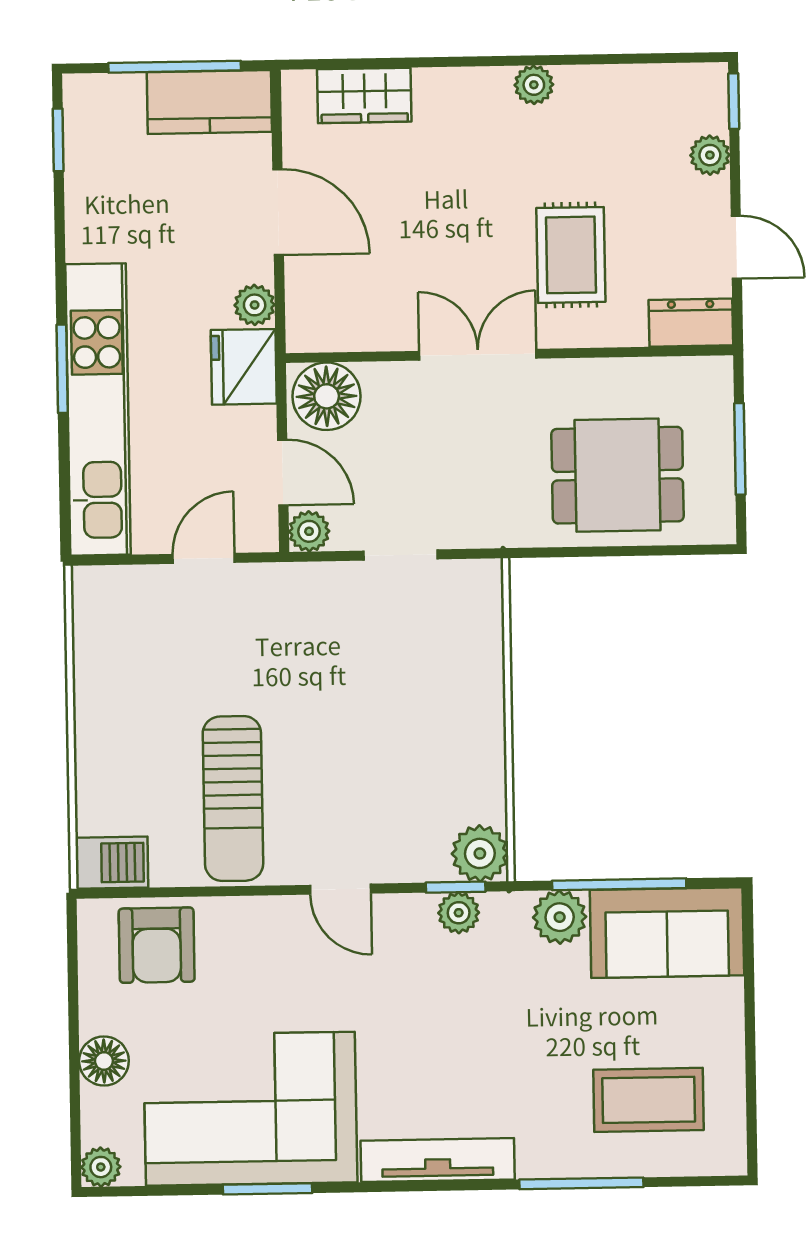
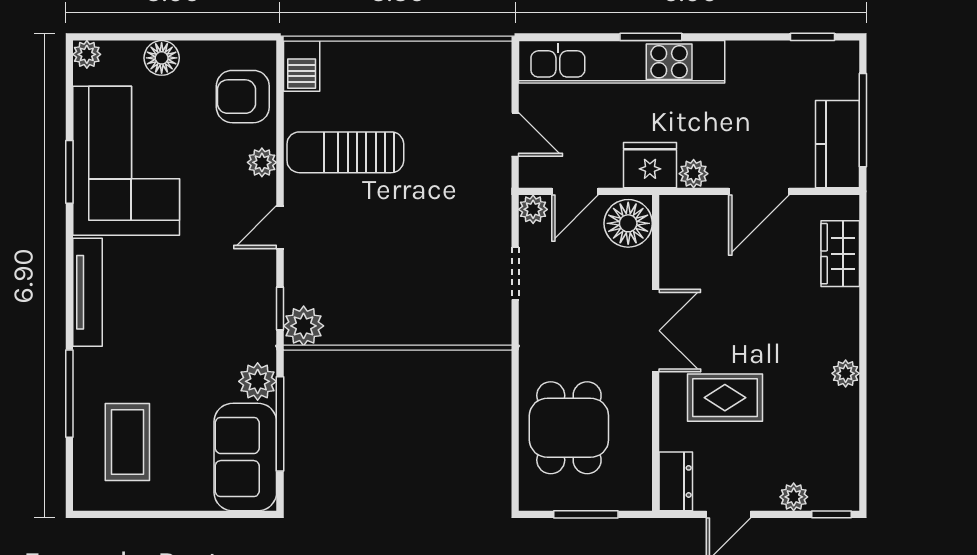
plant: (459, 913) -> (262, 162), moved

